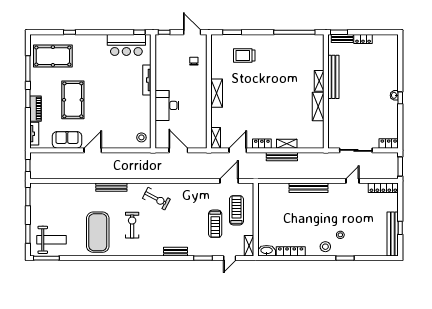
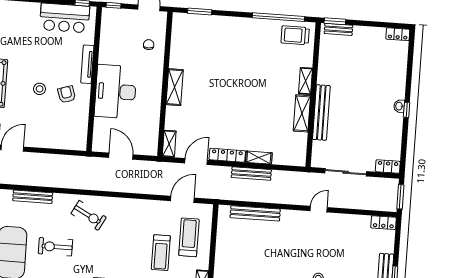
locker: (363, 39) -> (398, 34), moved
trolley: (244, 55) -> (295, 35), moved
bench: (333, 77) -> (321, 113), moved
armchair: (132, 105) -> (67, 94), added
desk: (167, 105) -> (115, 92), width x1.36, depth x1.30
stool: (141, 137) -> (40, 89), moved
locker: (262, 144) -> (227, 155), width x1.53
door: (352, 181) -> (319, 209), moved
bench: (308, 188) -> (255, 213), moved
locker: (383, 188) -> (384, 223), width x0.66
exercise bike: (132, 225) -> (55, 247), turned -90

